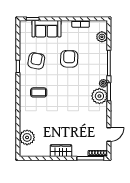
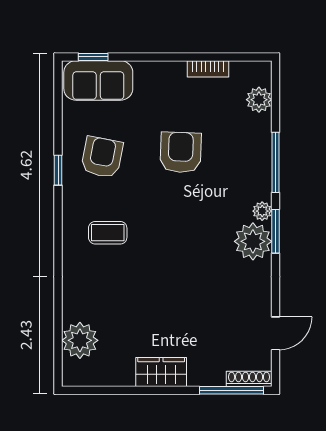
sofa: (46, 29) -> (98, 80), moved

